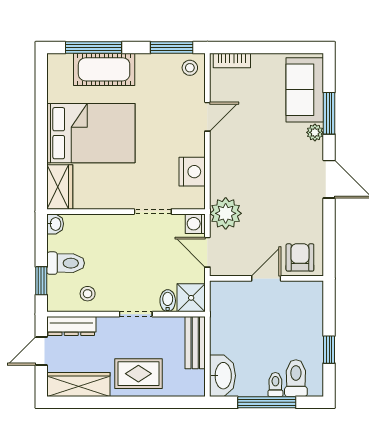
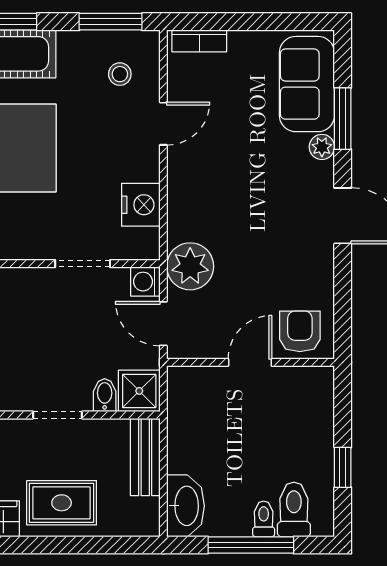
stool: (190, 68) -> (120, 74), moved

